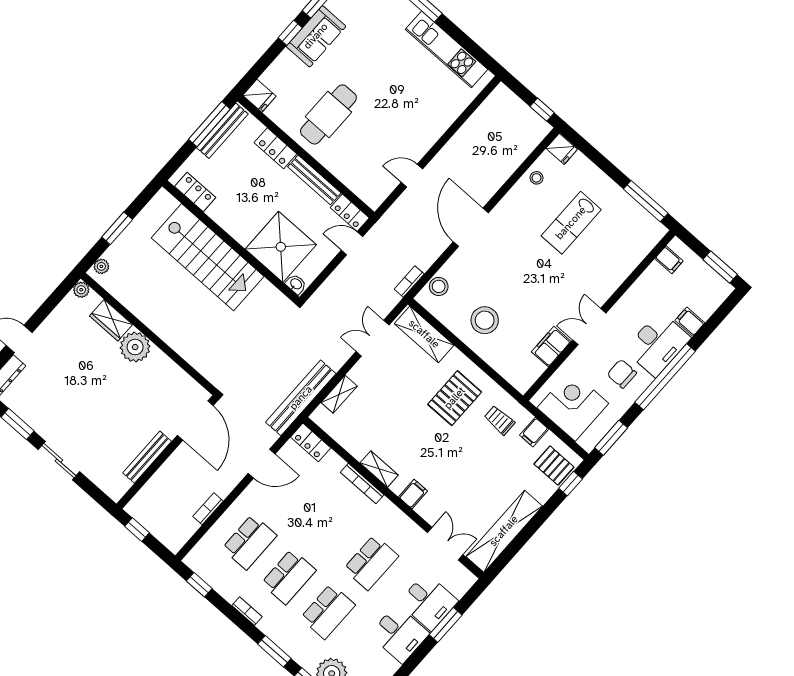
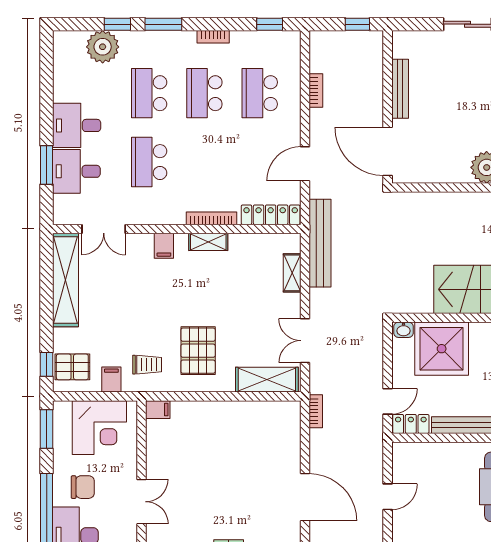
stool: (439, 286) -> (289, 428), removed
stool: (485, 320) -> (229, 433), removed
double door: (373, 338) -> (305, 341), swing flipped
filing cabinet: (551, 347) -> (158, 410), moved, width x0.50
locker: (311, 442) -> (271, 215), width x1.53

